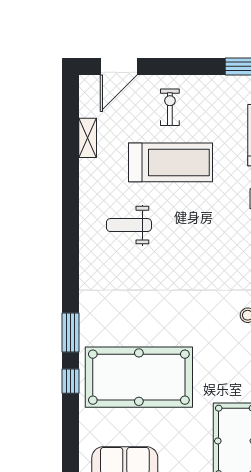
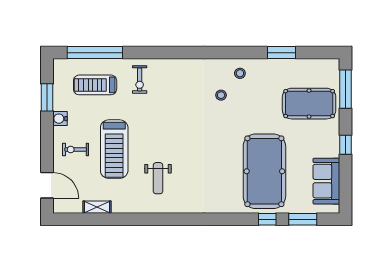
water cooler: (214, 85) -> (60, 119), added
treadmill: (170, 162) -> (114, 149), turned 180
window: (70, 332) -> (303, 219), moved

